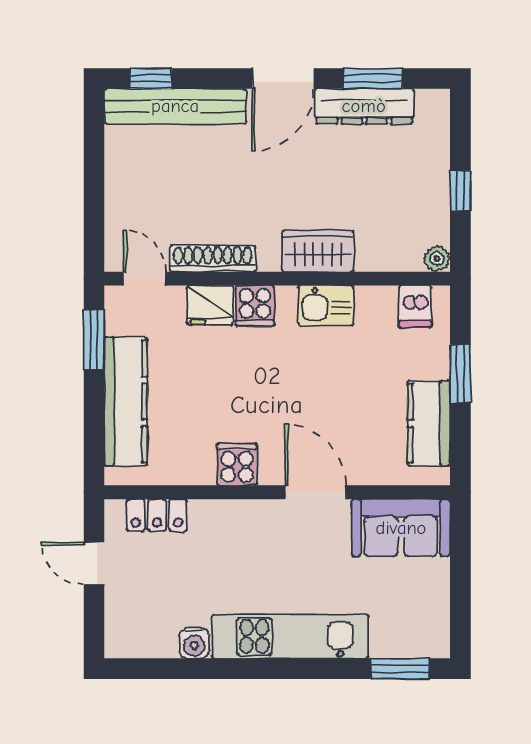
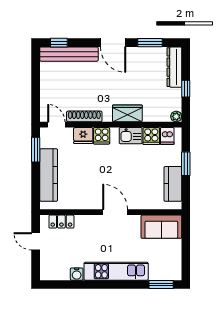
door: (283, 78) -> (113, 43), hinge flipped
dresser: (364, 106) -> (174, 67), moved, turned 90
cooker: (237, 464) -> (151, 136), moved, turned 180
door: (315, 492) -> (115, 212), moved

